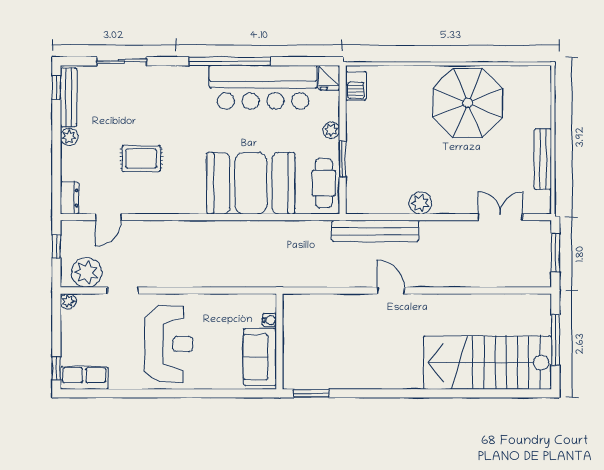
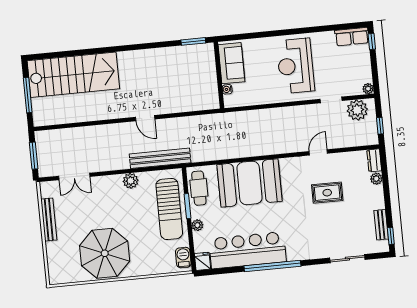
bench: (69, 97) -> (381, 225), width x0.73
plant: (69, 137) -> (376, 179), moved
sun lounger: (369, 157) -> (169, 209), added
door: (108, 217) -> (318, 152), moved

